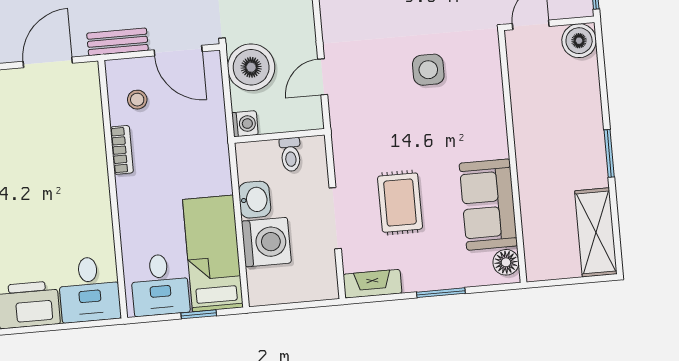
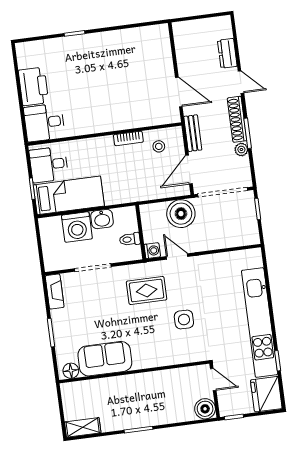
washing machine: (245, 124) -> (152, 251), moved, turned -90
rug: (400, 203) -> (147, 291), moved
shelving: (596, 232) -> (83, 427), width x0.67, depth x0.75

